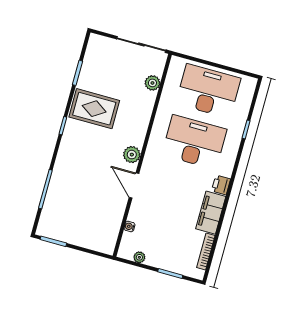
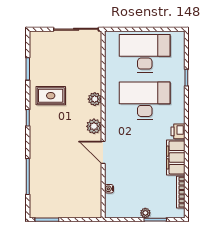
plant: (152, 83) -> (95, 99), moved
rug: (94, 109) -> (51, 96), width x0.73, depth x0.70
plant: (139, 257) -> (145, 213), moved

